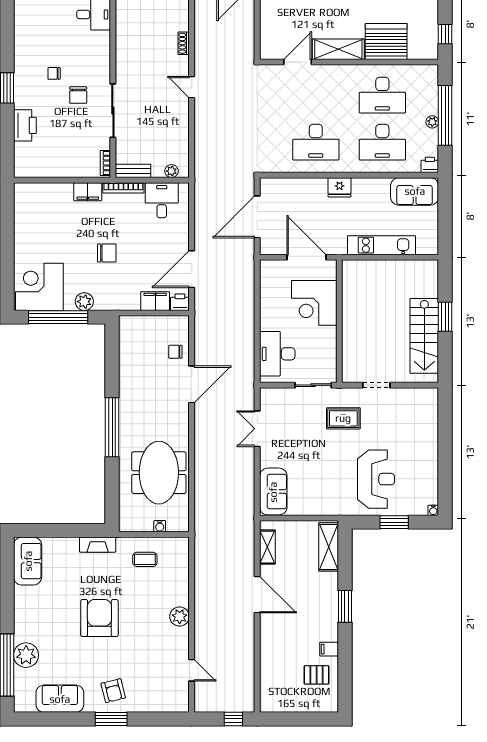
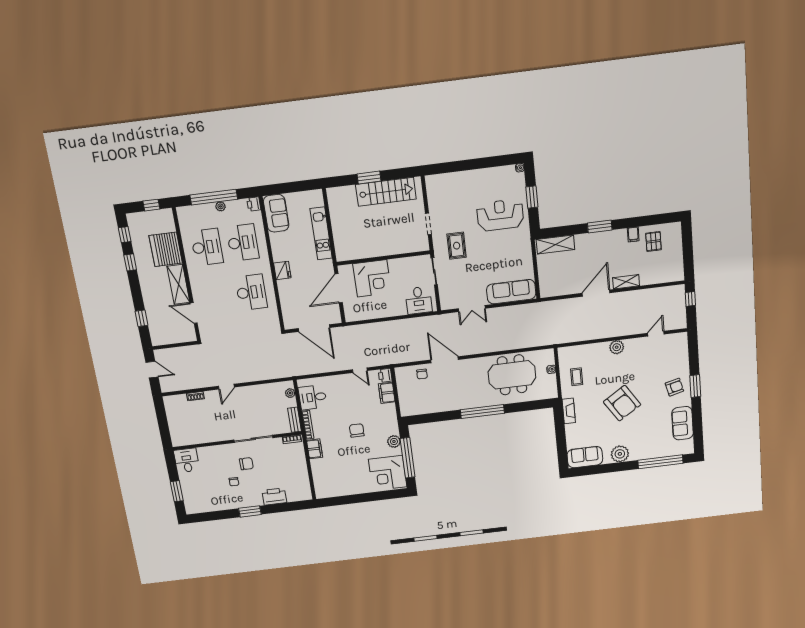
door: (192, 269) -> (360, 370), width x0.53
desk: (277, 354) -> (419, 300), width x0.73
sofa: (273, 492) -> (511, 292), width x1.36
shelving: (267, 547) -> (626, 282), moved
armchair: (99, 618) -> (622, 403), turned -123
plant: (26, 655) -> (620, 454), moved

